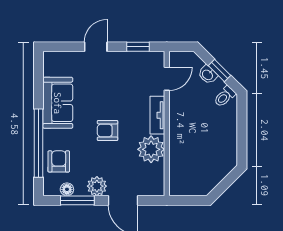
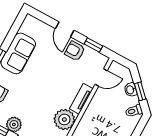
door: (96, 47) -> (65, 29), swing flipped
armchair: (108, 130) -> (75, 51), moved

